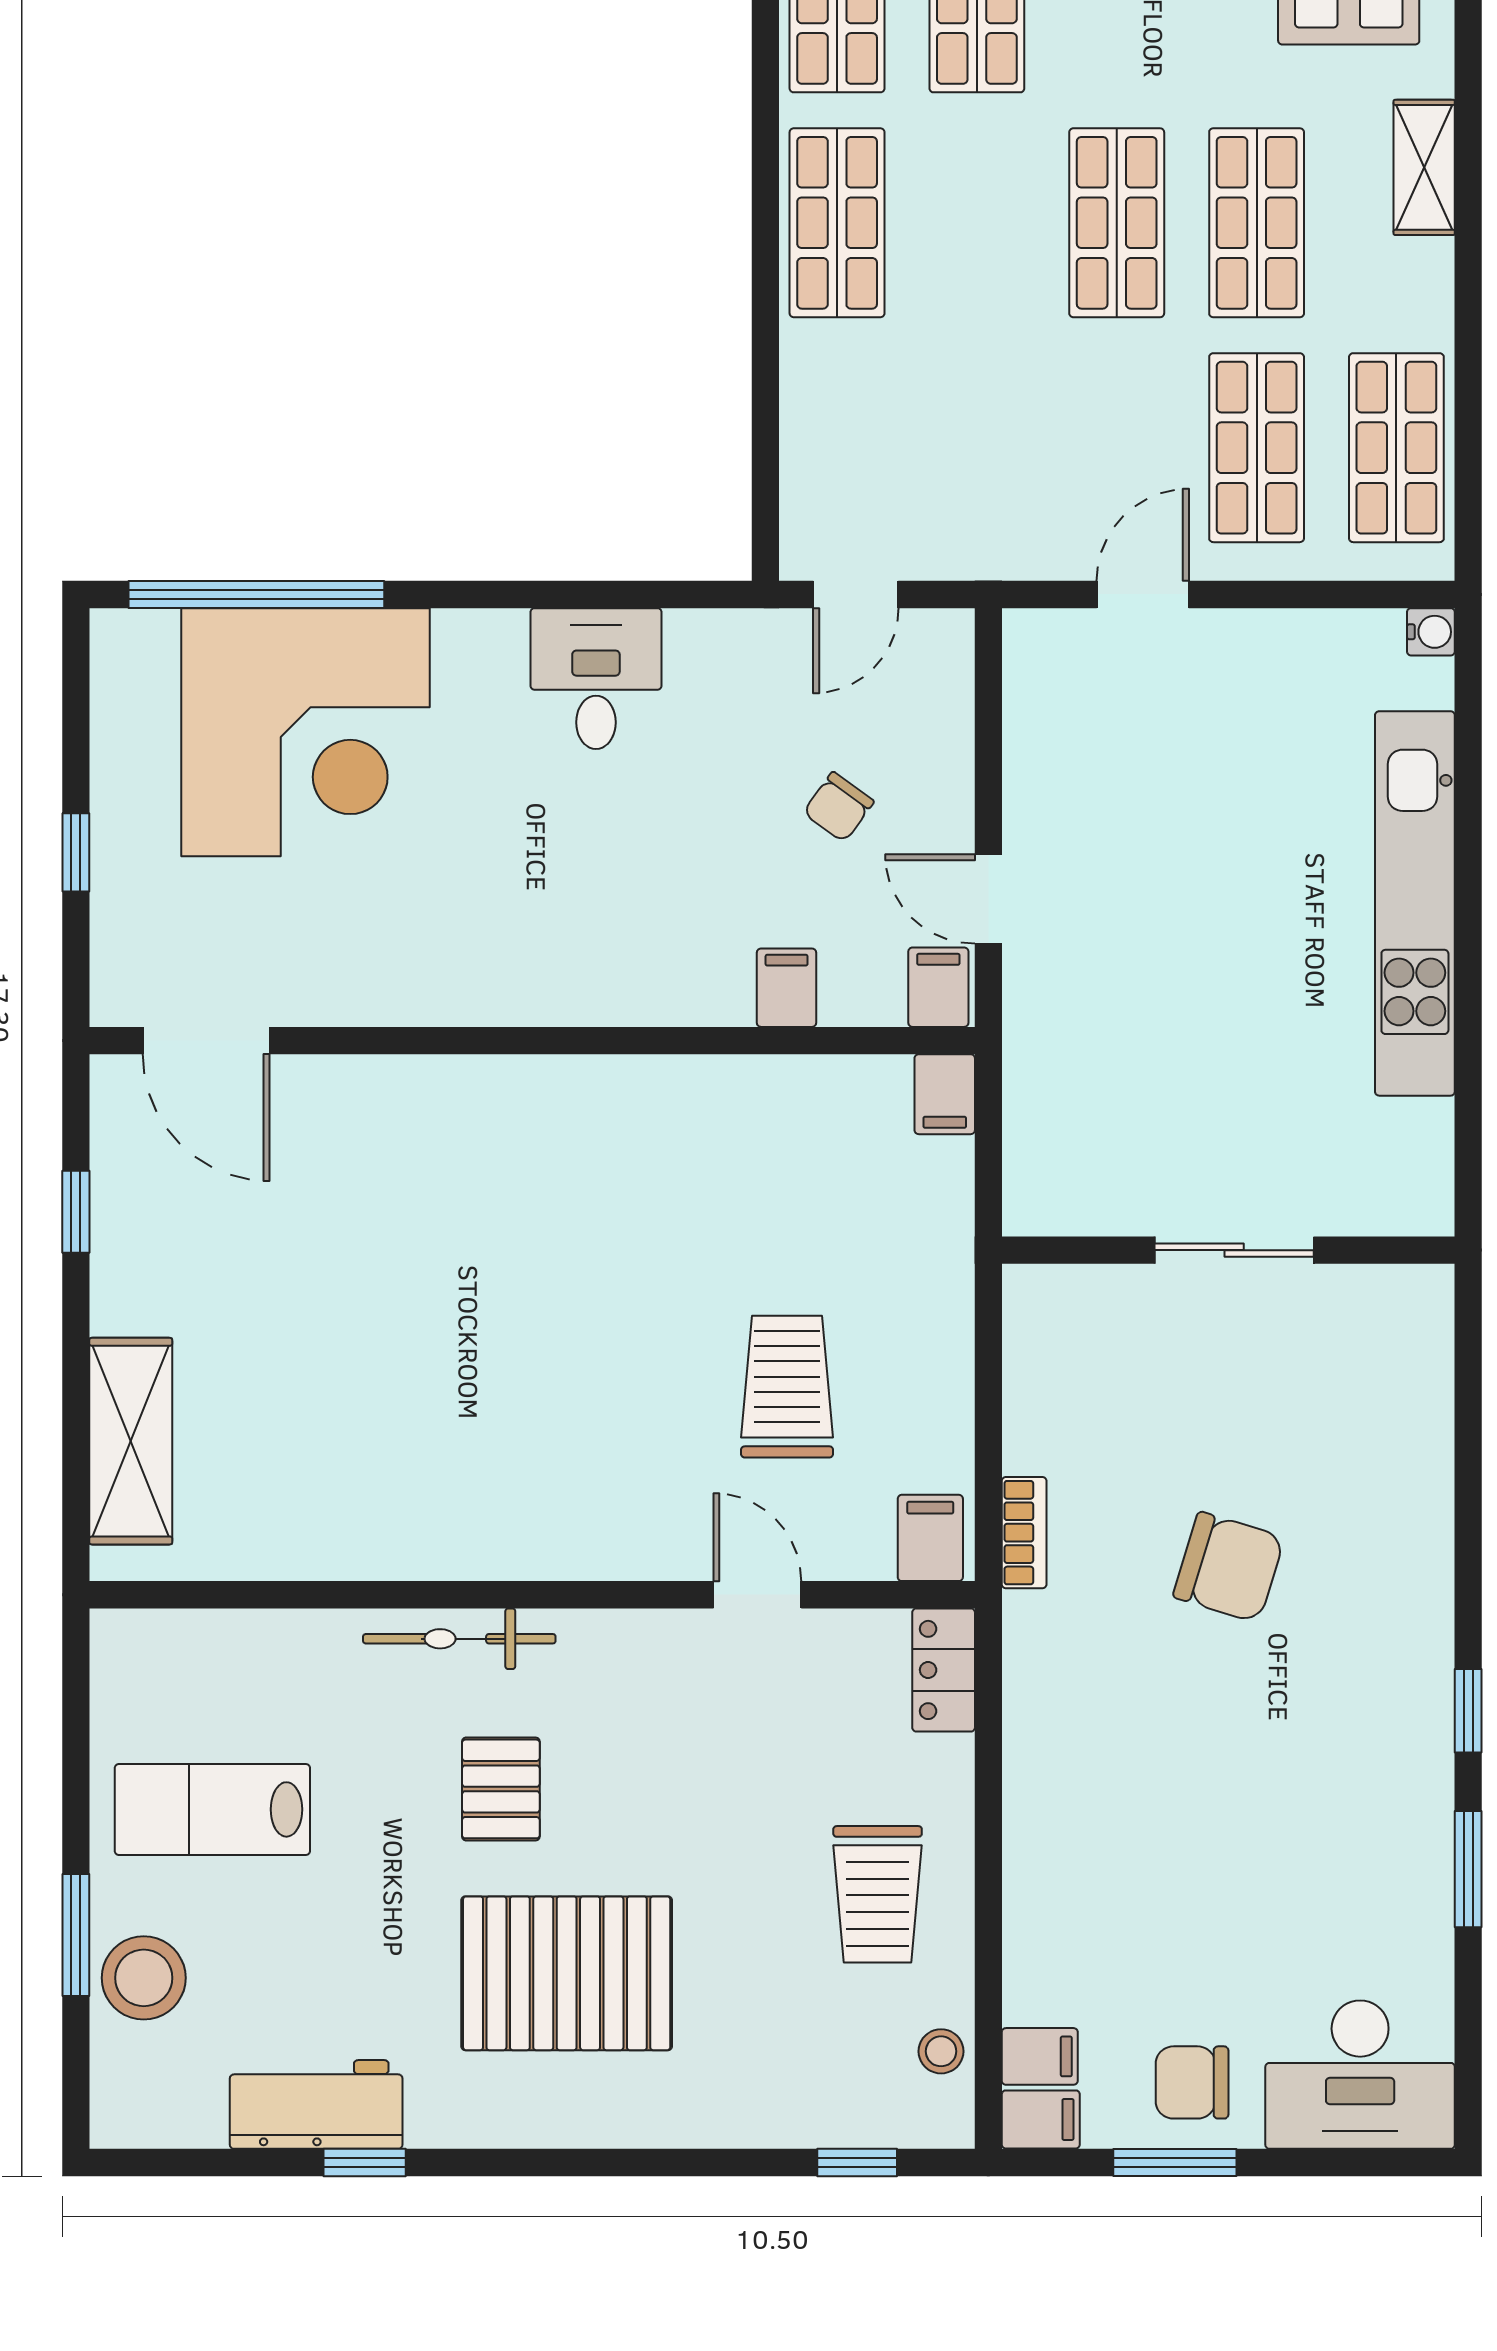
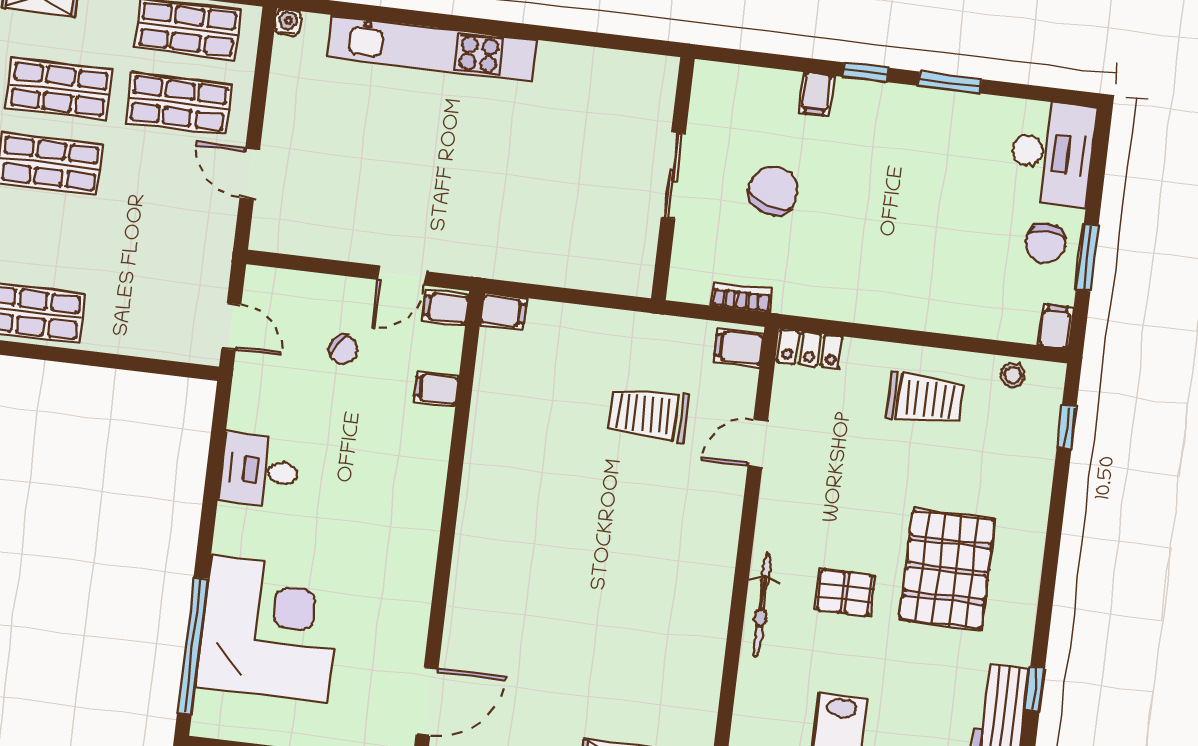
wall: (1228, 1250) -> (673, 179), moved
sliding door: (1234, 1250) -> (673, 175), moved
filing cabinet: (1040, 2056) -> (816, 94), moved, turned 180

